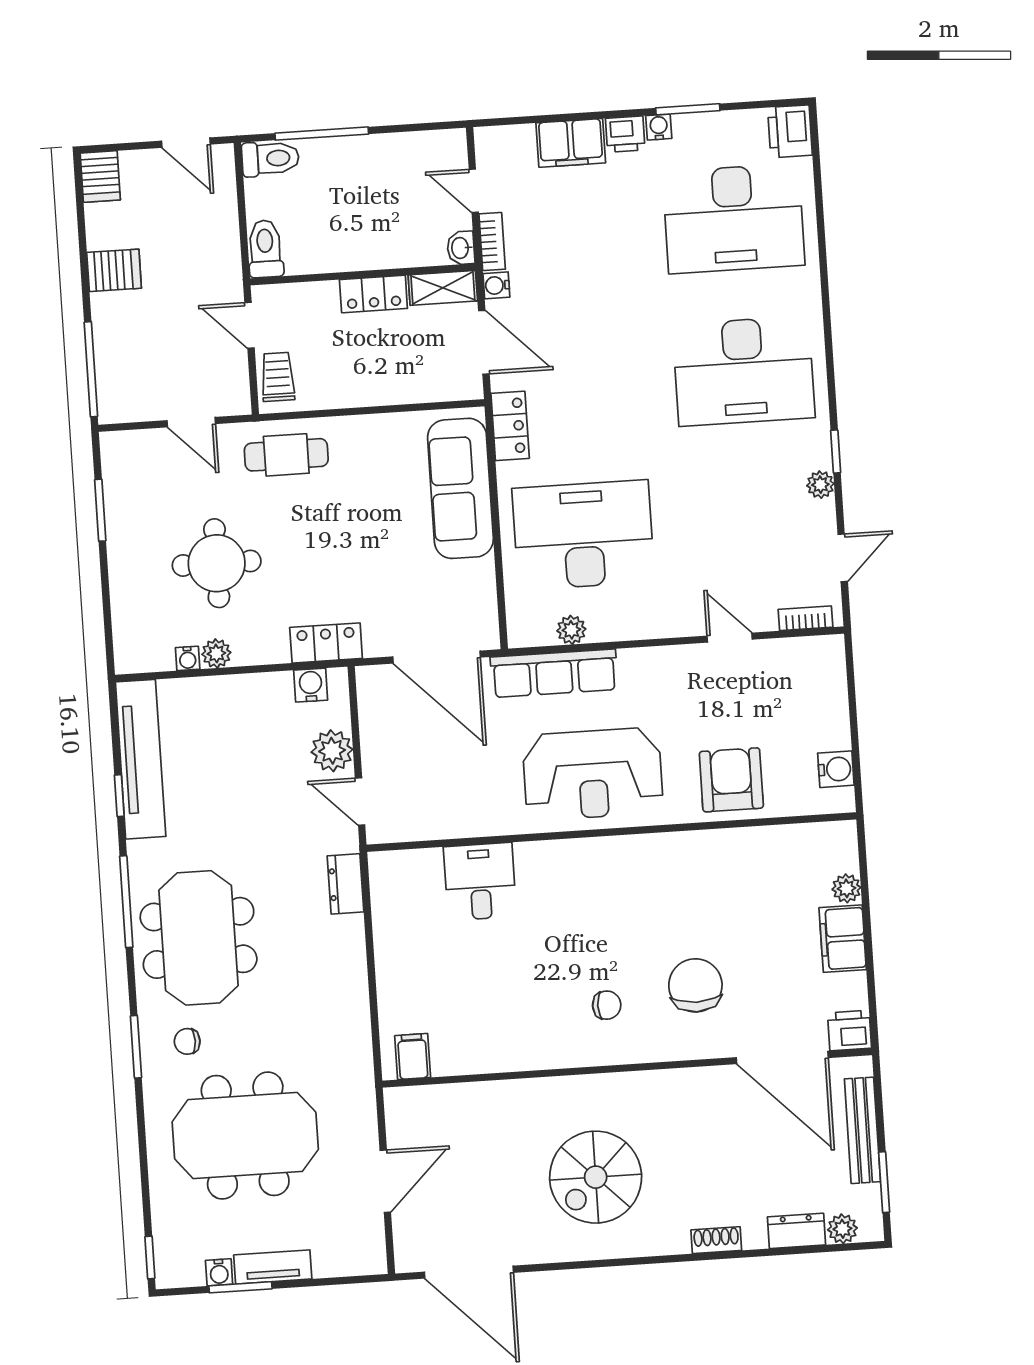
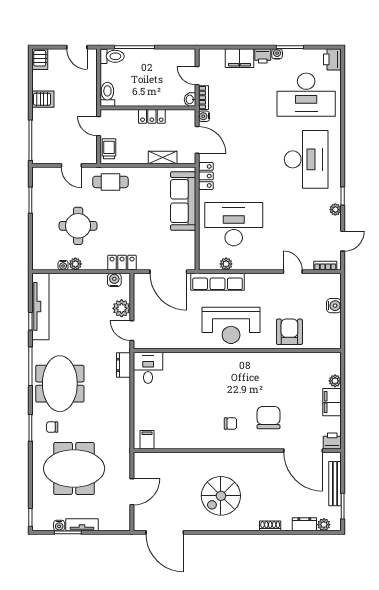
shelving: (443, 288) -> (163, 158), moved
desk: (744, 371) -> (306, 159), turned -90
water cooler: (836, 769) -> (334, 306), moved
desk: (480, 882) -> (148, 368), moved

